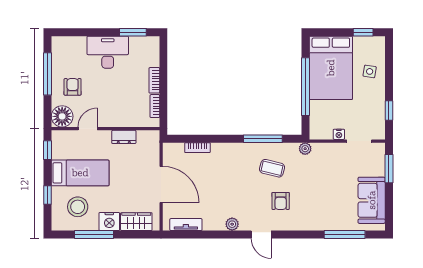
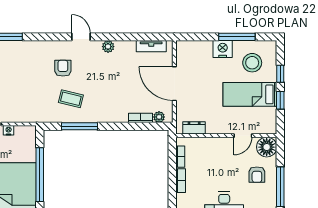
dresser: (124, 137) -> (194, 128), moved
plant: (305, 149) -> (159, 117), moved
window: (48, 150) -> (280, 100), moved
wardrobe: (136, 222) -> (197, 49), removed

